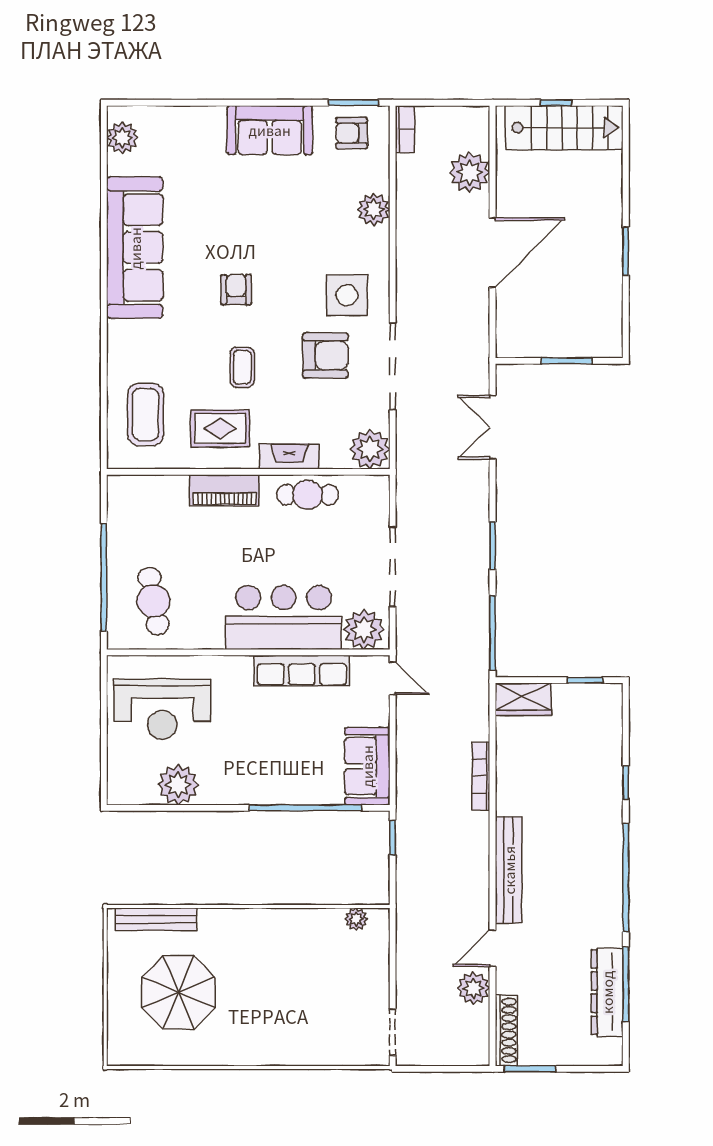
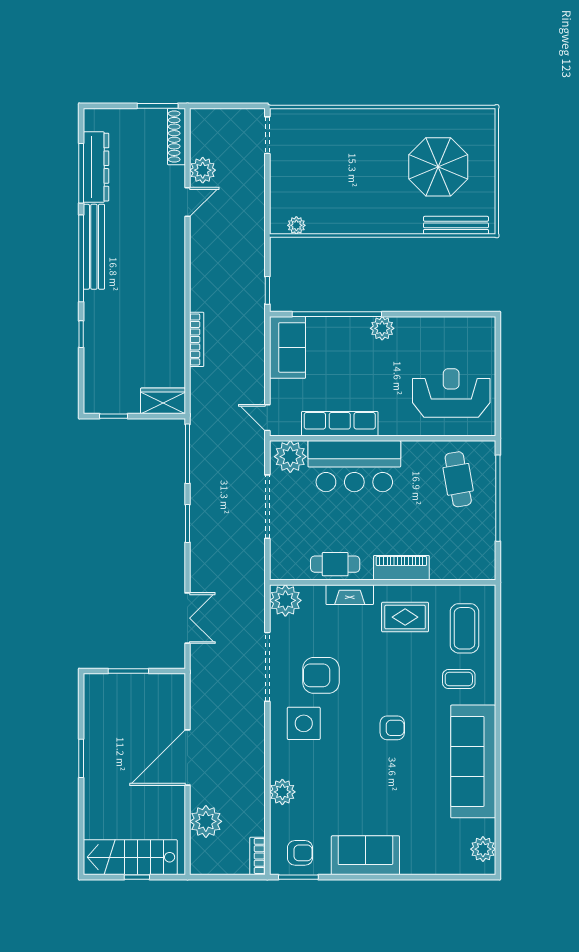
armchair: (236, 290) -> (392, 728), turned -90
coffee table: (242, 367) -> (459, 679), moved, turned 90
plant: (178, 785) -> (382, 328), moved, width x0.73, depth x0.73
bench: (509, 870) -> (94, 247), moved

